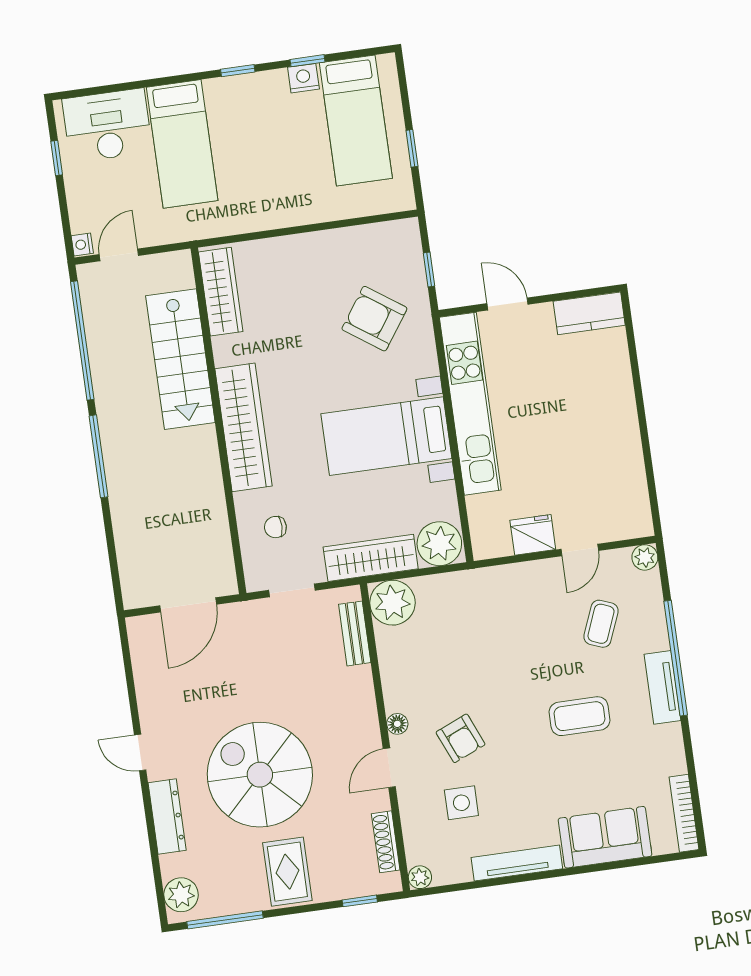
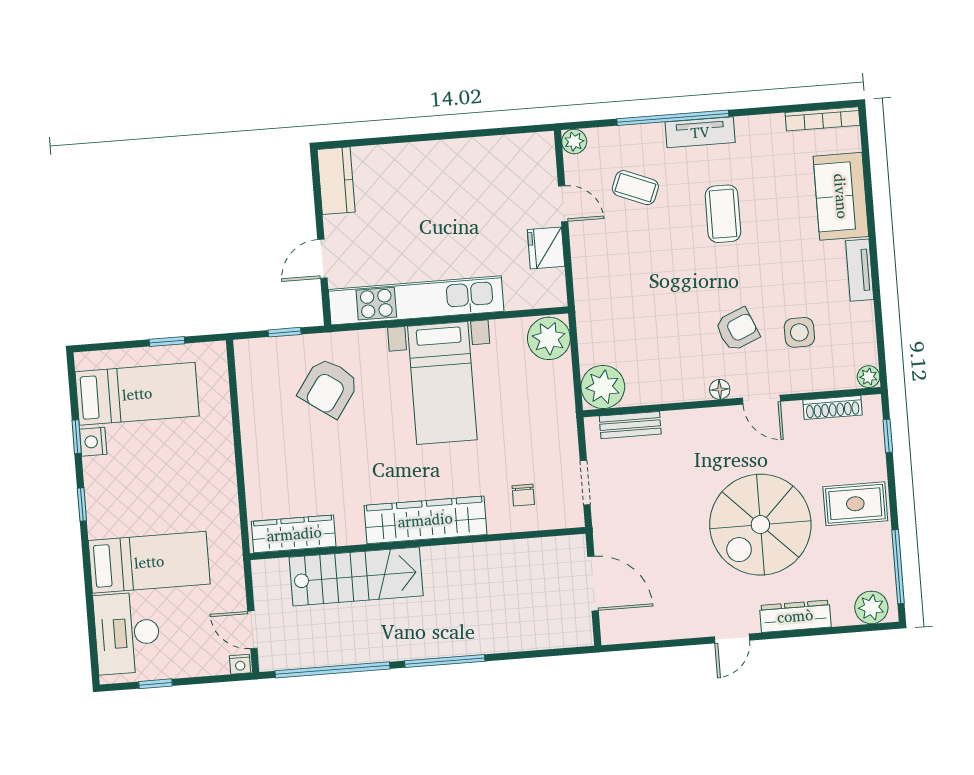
wardrobe: (371, 558) -> (558, 405), removed
tv unit: (517, 863) -> (860, 270), width x0.71

